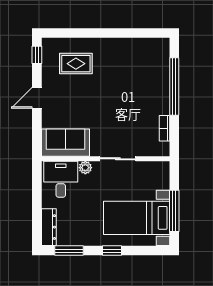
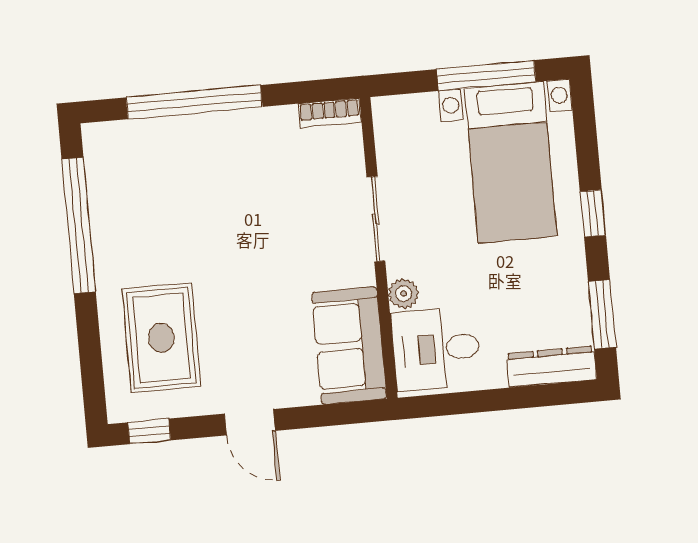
window: (127, 33) -> (79, 225), added
rug: (76, 64) -> (161, 338), width x1.36, depth x1.43
bookcase: (164, 128) -> (330, 113), moved

